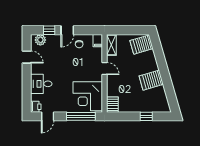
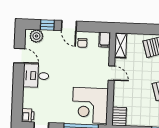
door: (67, 30) -> (69, 26), hinge flipped
desk: (41, 84) -> (36, 76), moved

